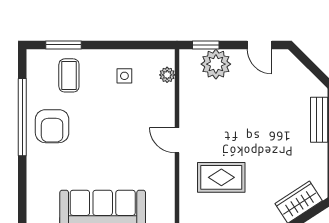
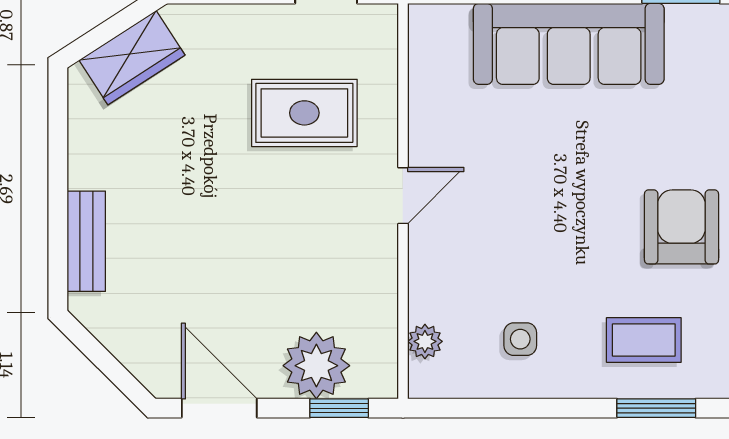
door: (259, 45) -> (219, 408), width x1.38
coffee table: (69, 75) -> (644, 340), turned 90
door: (177, 140) -> (403, 196), hinge flipped

